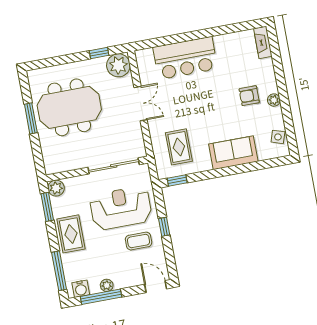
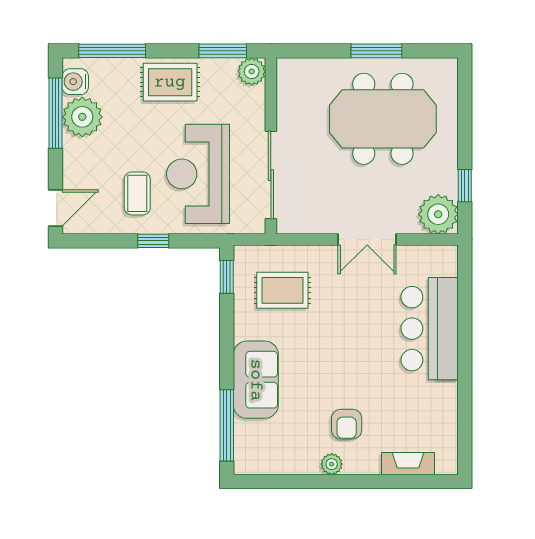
fireplace: (263, 42) -> (408, 464), moved
armchair: (249, 96) -> (347, 424), turned 180
meeting table: (69, 107) -> (383, 119), turned 90
side table: (278, 137) -> (268, 459), removed
window: (263, 165) -> (227, 425), added
reception desk: (121, 208) -> (198, 174), turned 180
plant: (107, 285) -> (82, 117), width x1.87, depth x1.87

